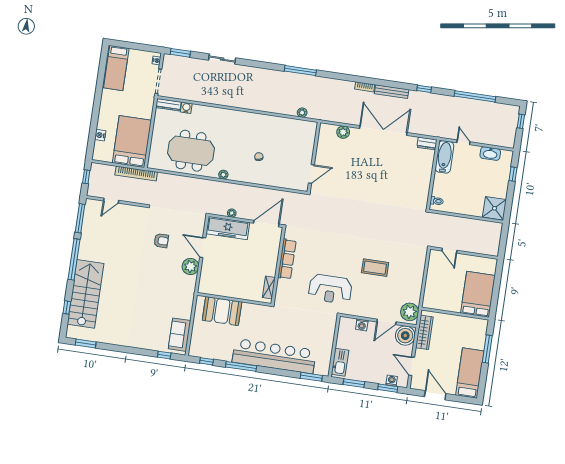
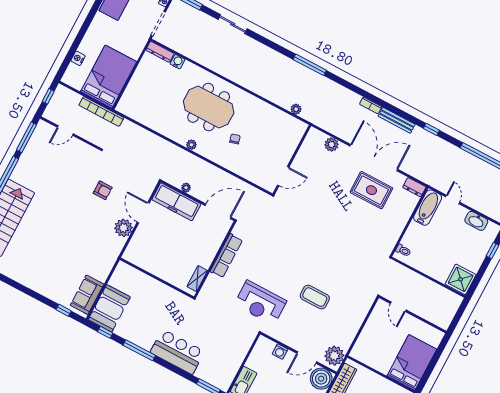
meeting table: (191, 151) -> (209, 107), moved
rug: (391, 159) -> (371, 190), added
booth: (222, 311) -> (109, 308), moved, turned 90
bar counter: (274, 356) -> (177, 352), width x0.54

